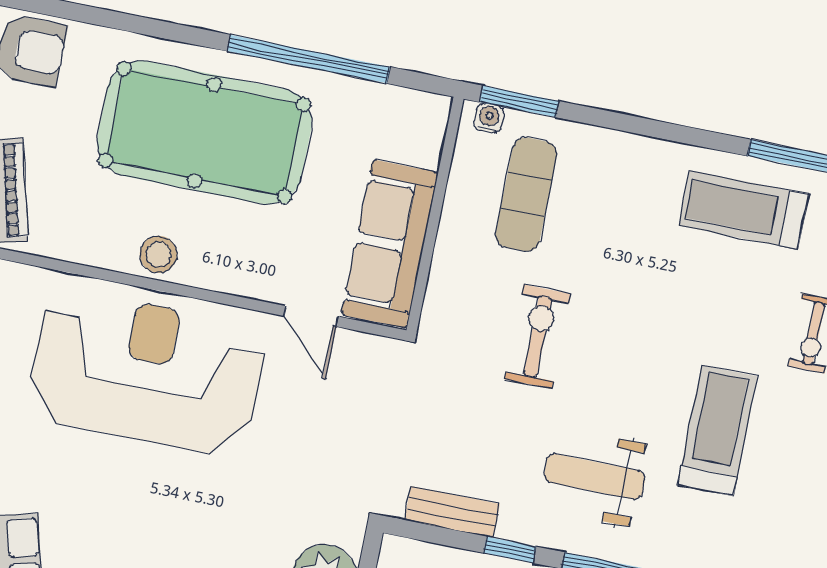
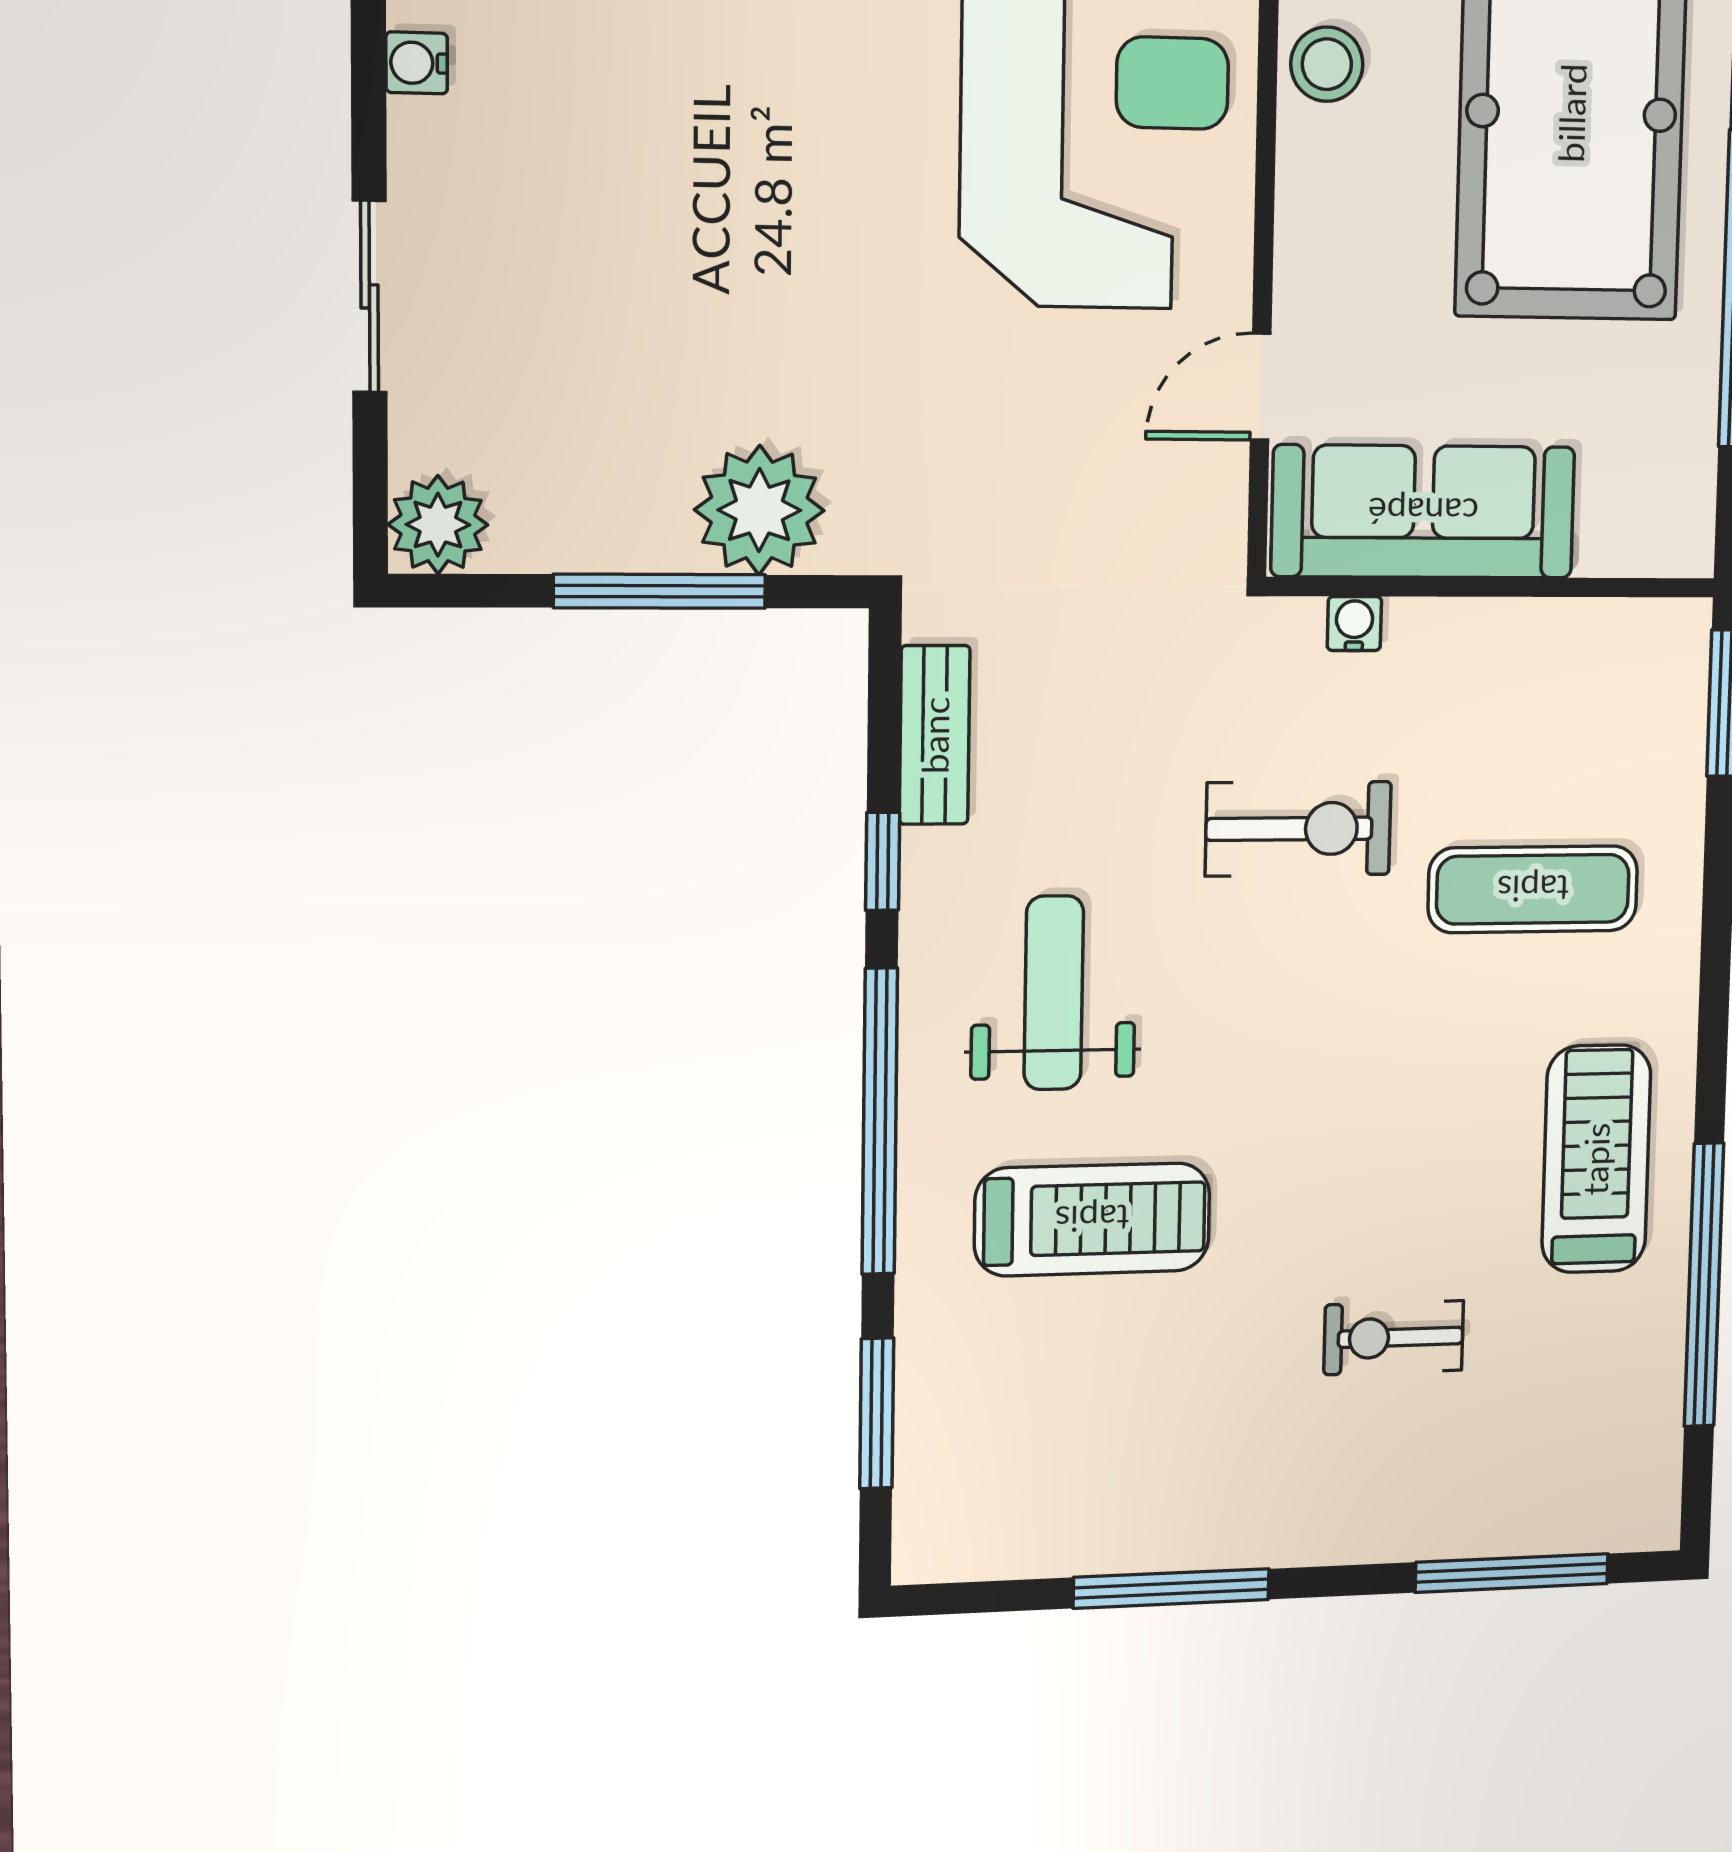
water cooler: (489, 118) -> (1354, 623), moved, turned -90
exercise mat: (526, 194) -> (1533, 889), moved
treadmill: (718, 431) -> (1092, 1219), moved

